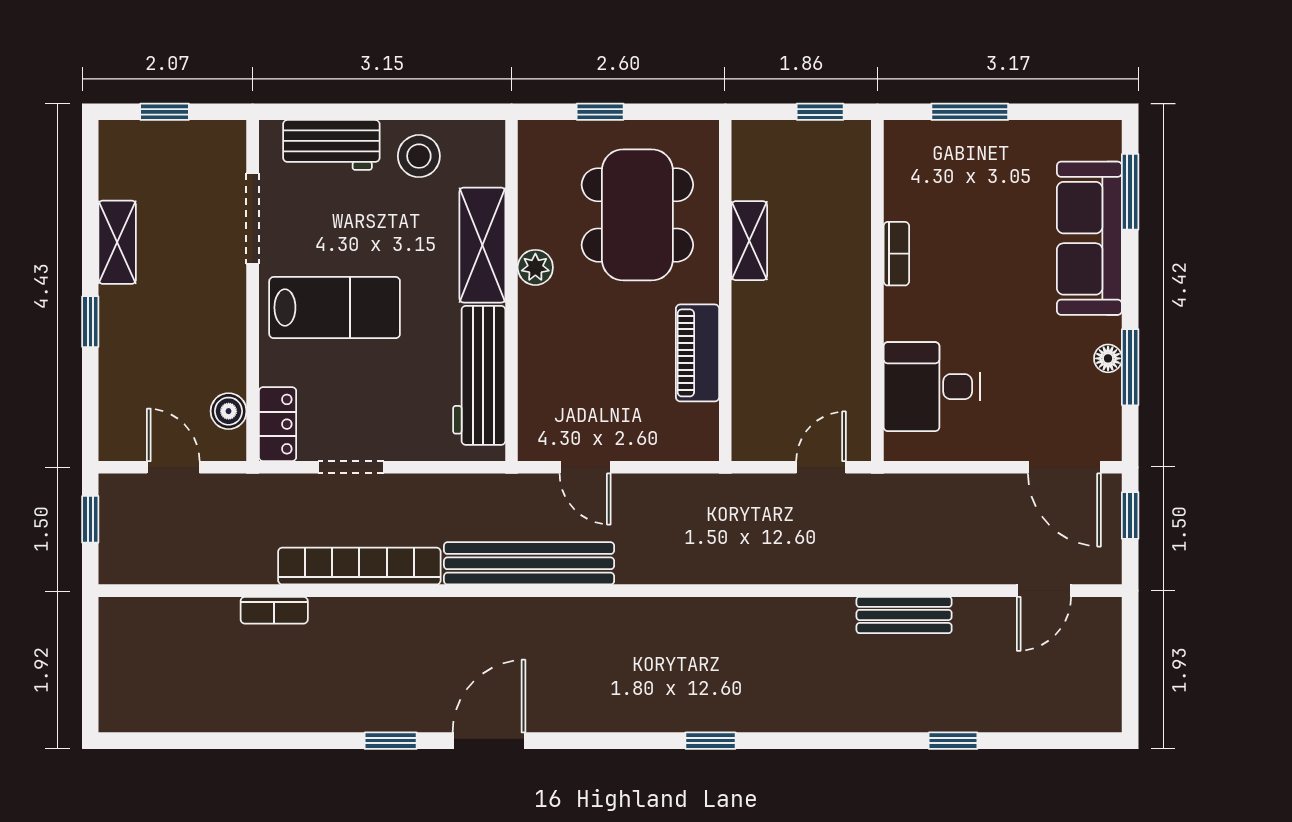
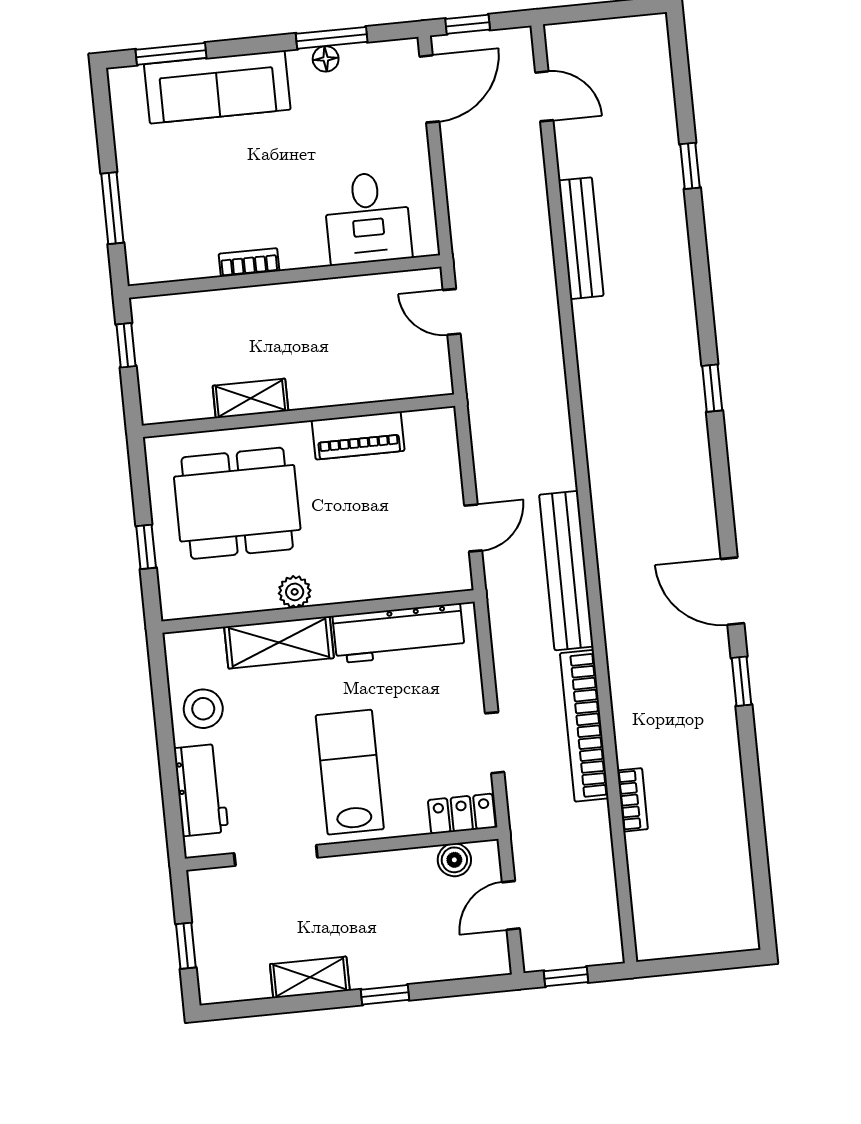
bench: (904, 615) -> (581, 238), width x1.36

